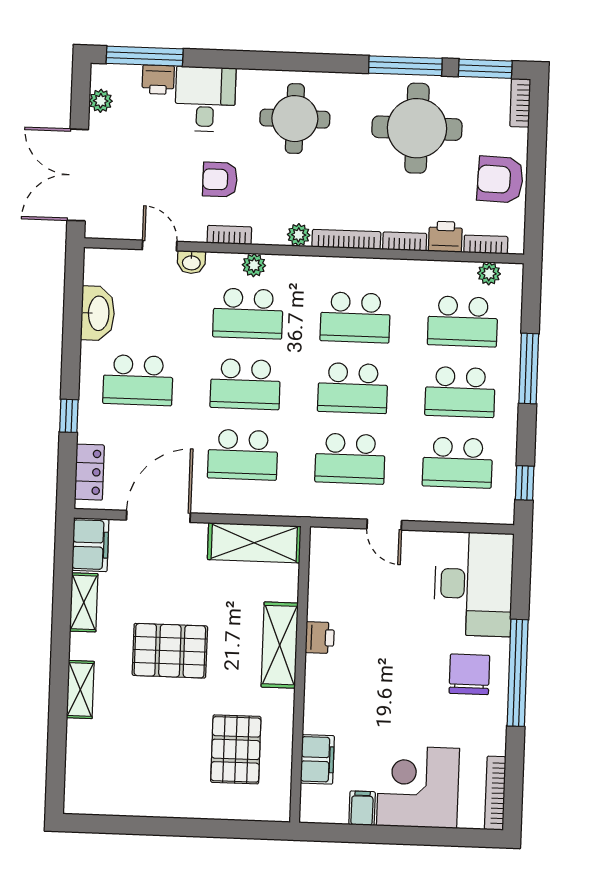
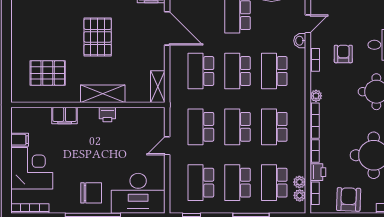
plant: (254, 265) -> (299, 182), moved
shelving: (254, 543) -> (158, 87), width x0.67, depth x0.75
filing cabinet: (317, 759) -> (65, 116), moved

